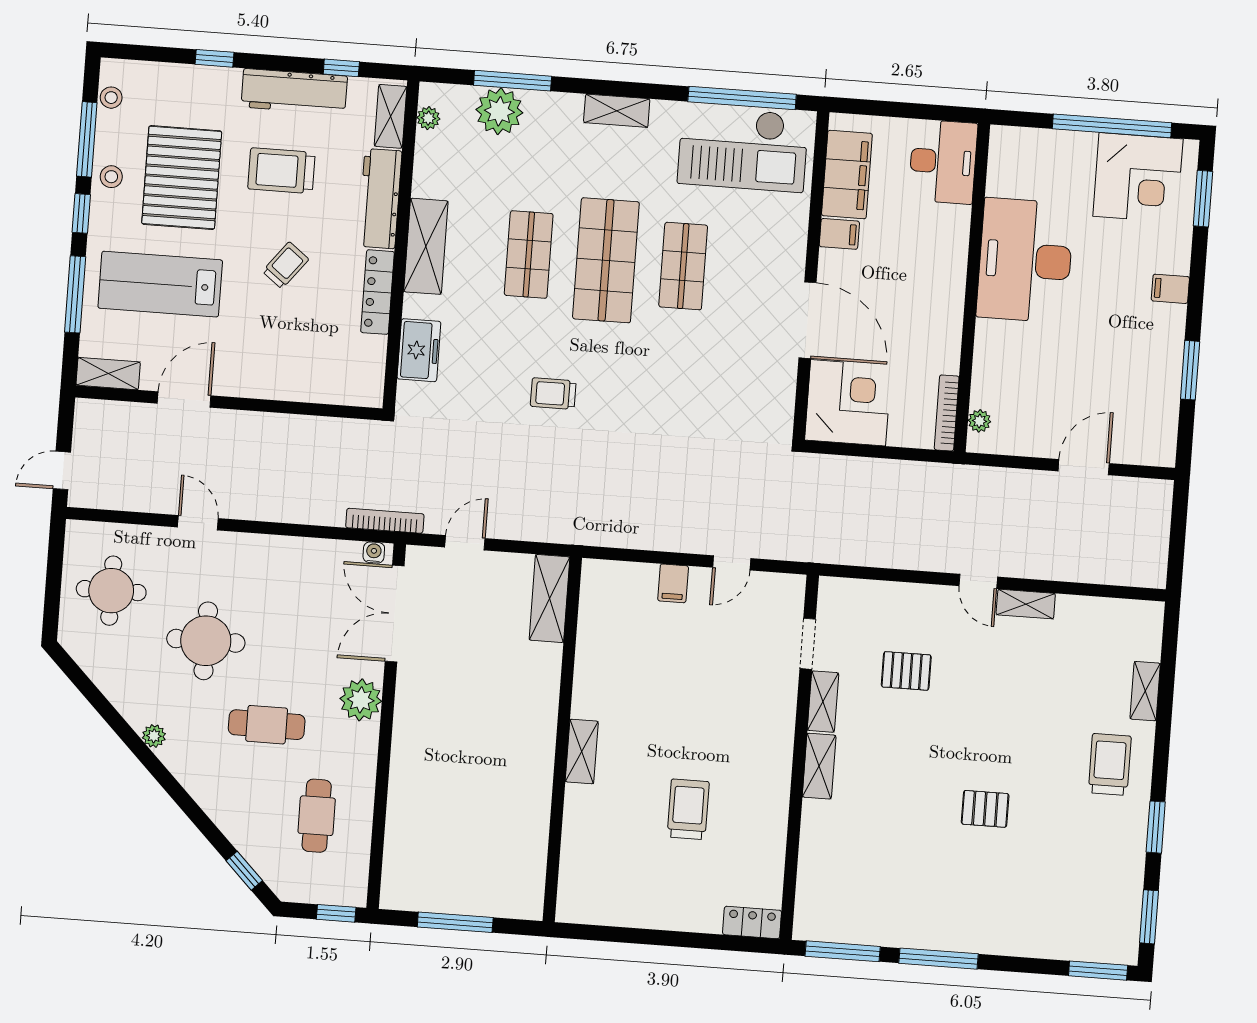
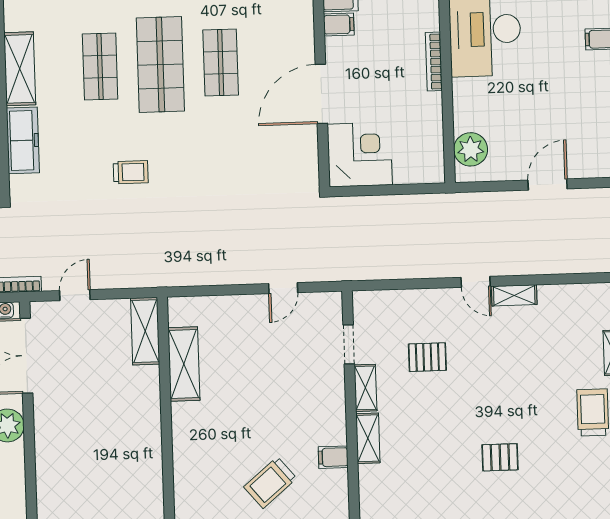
door: (808, 320) -> (321, 94), swing flipped
freezer: (419, 350) -> (23, 140), width x1.40
trolley: (553, 394) -> (131, 172), turned 180
bookcase: (947, 413) -> (434, 62), moved
plant: (979, 421) -> (471, 149), width x1.88, depth x1.88
filing cabinet: (673, 583) -> (333, 457), moved, turned 90
shelving: (582, 751) -> (184, 364), moved, width x1.50, depth x1.33
trolley: (688, 809) -> (270, 483), turned -130

